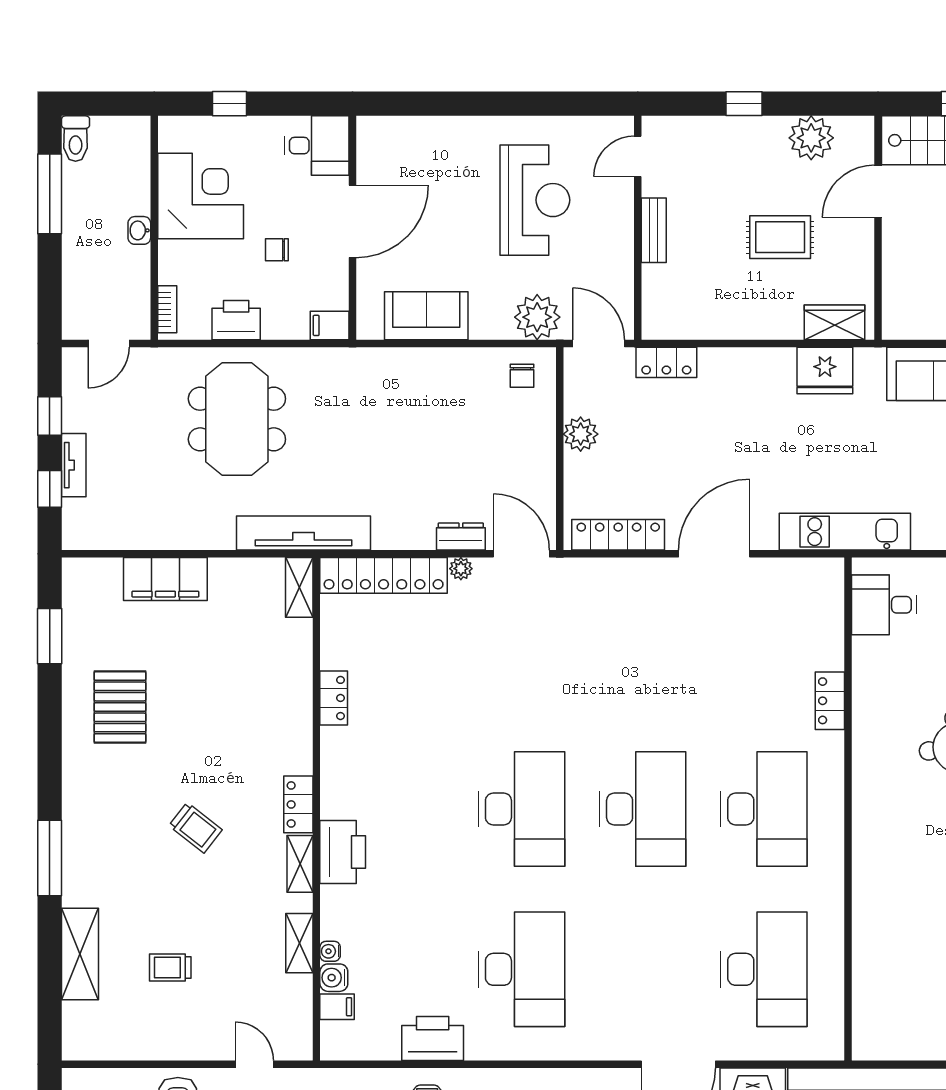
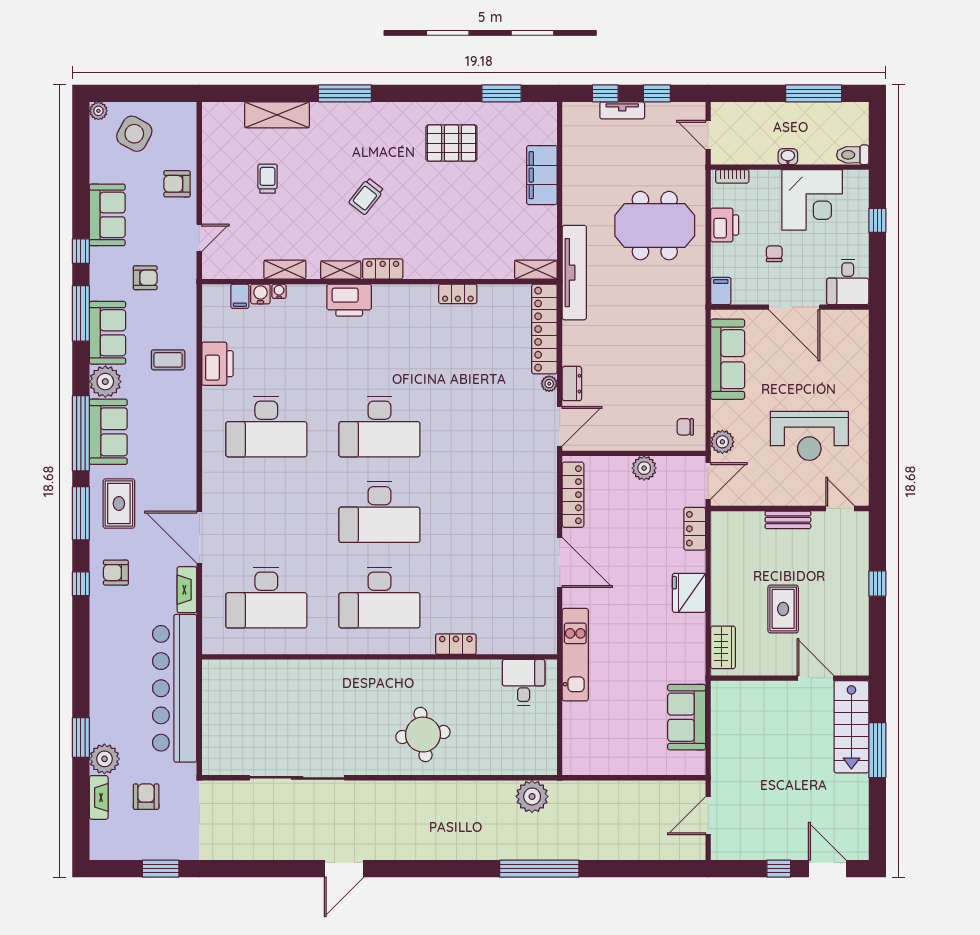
plant: (811, 138) -> (853, 631), removed
toilet: (76, 139) -> (853, 155), moved
sofa: (426, 316) -> (728, 359), width x1.36
plant: (537, 317) -> (722, 442), width x0.73, depth x0.73
fridge: (825, 370) -> (689, 593), moved

